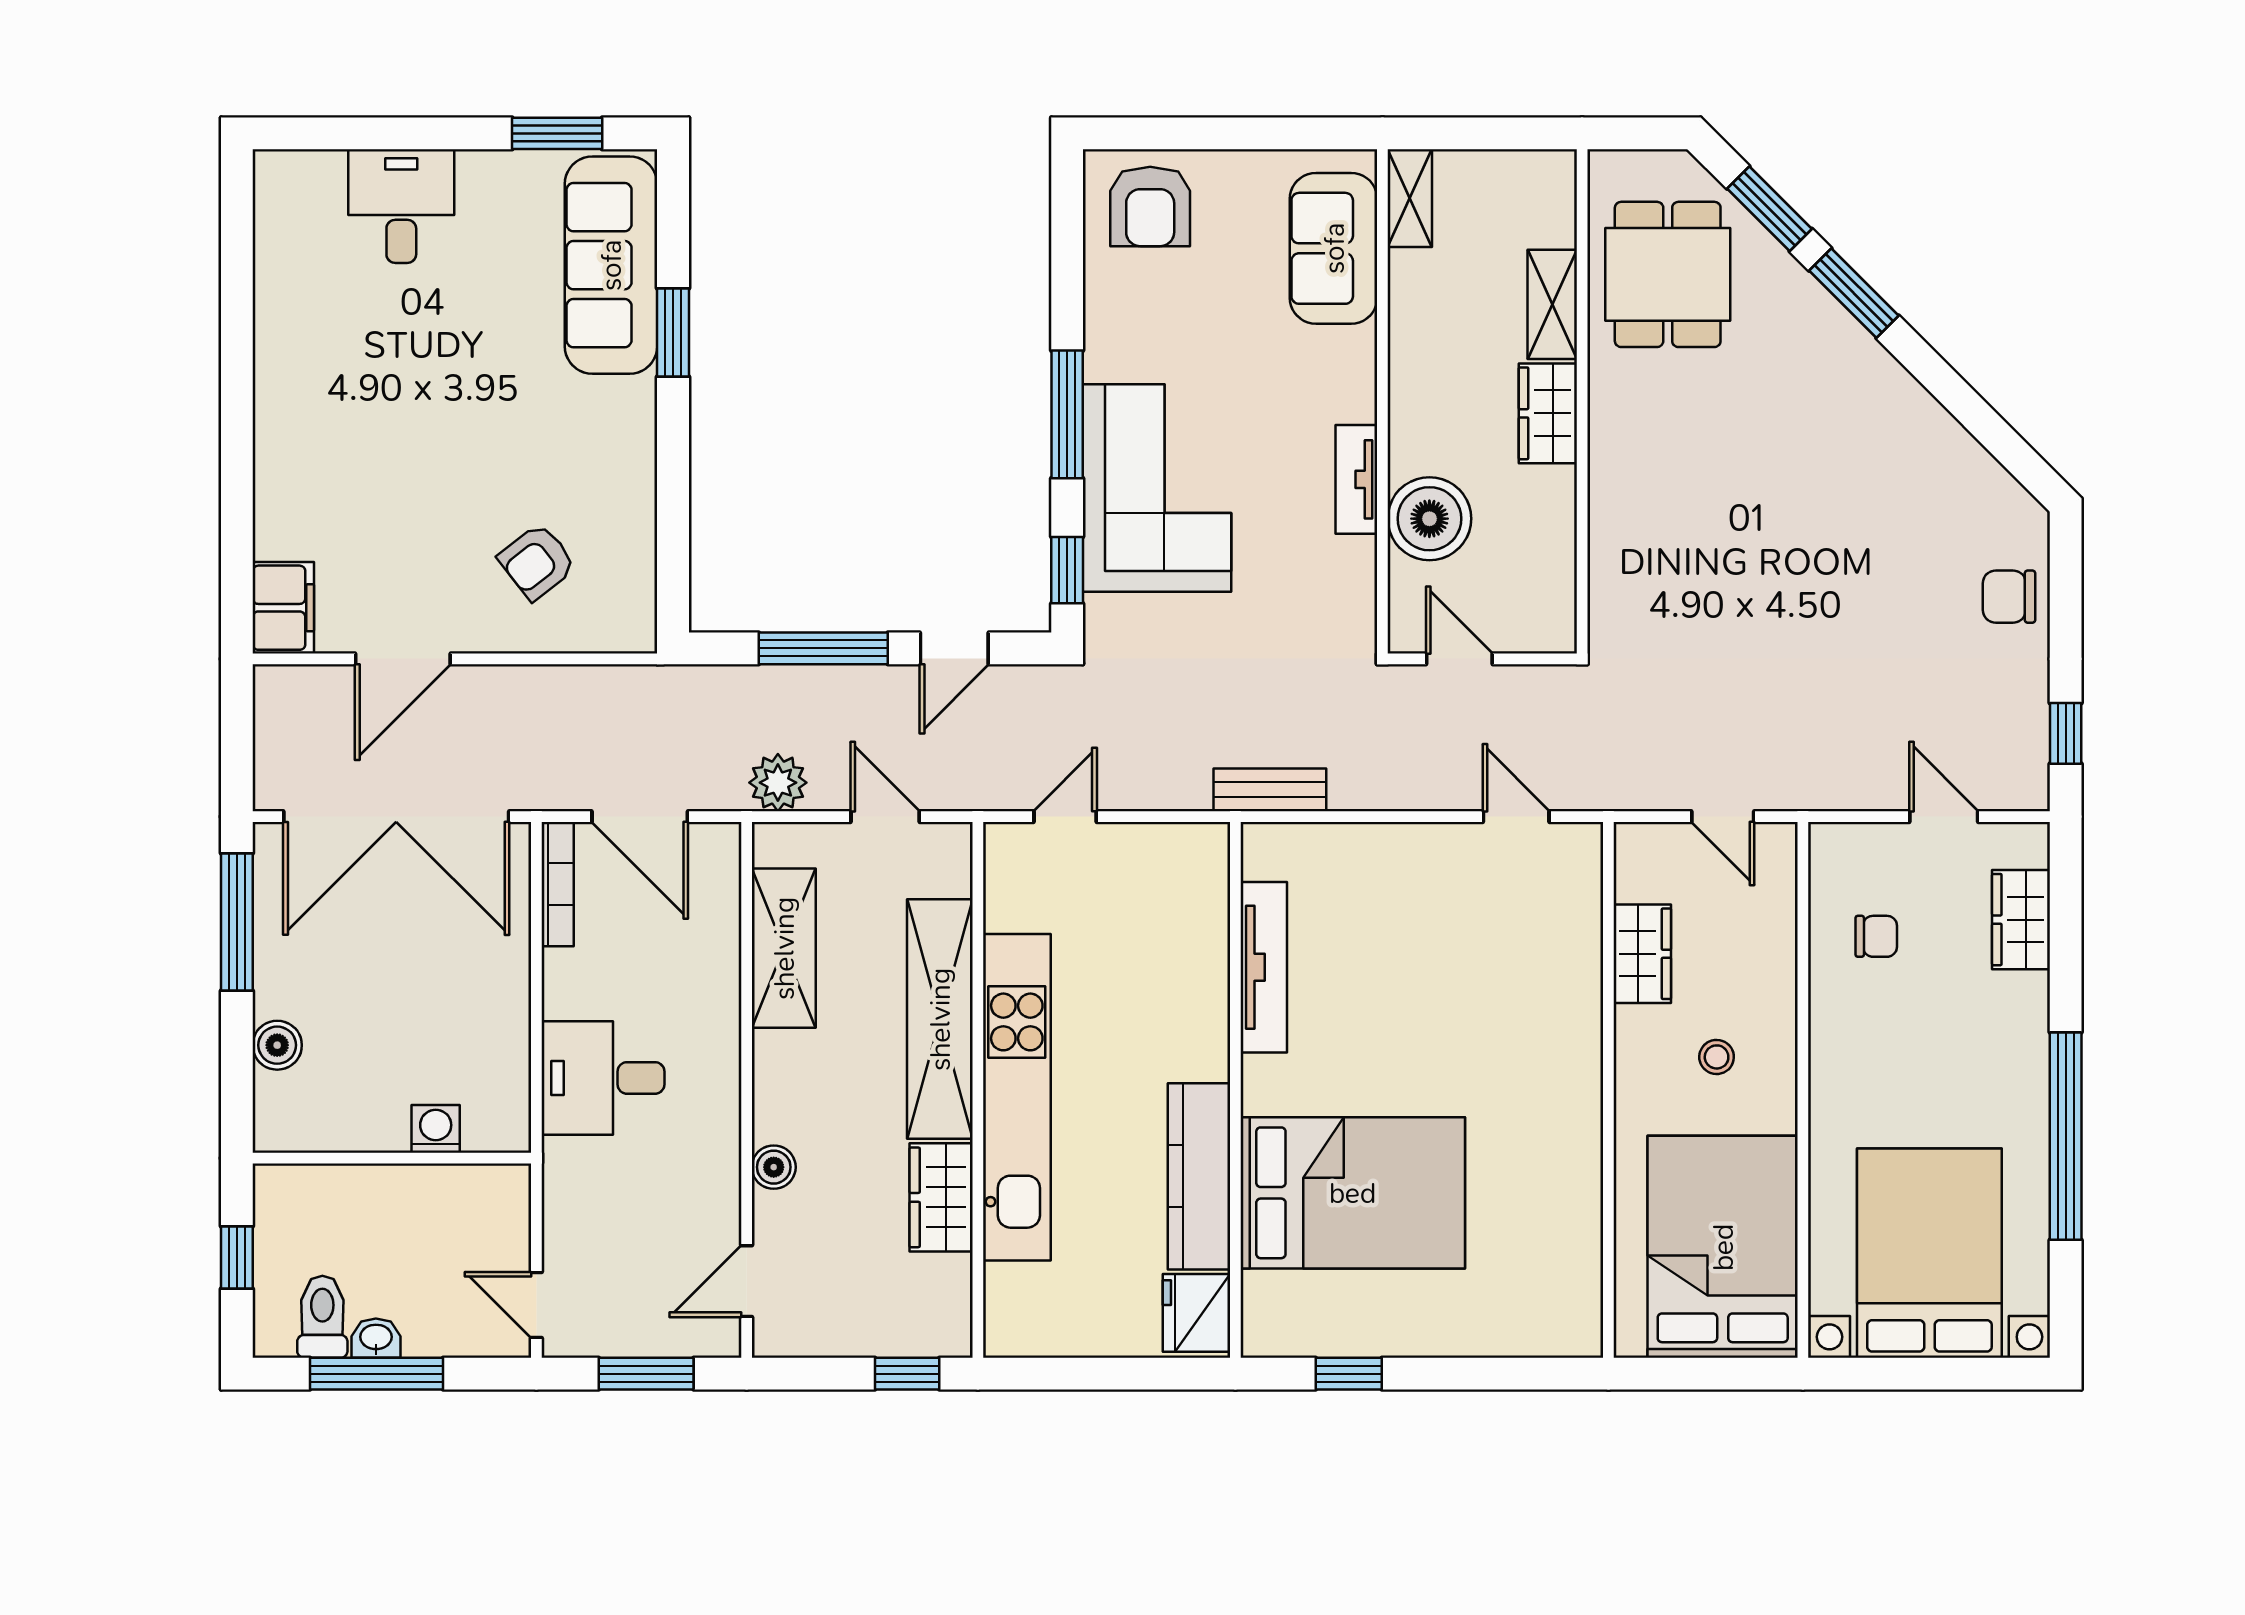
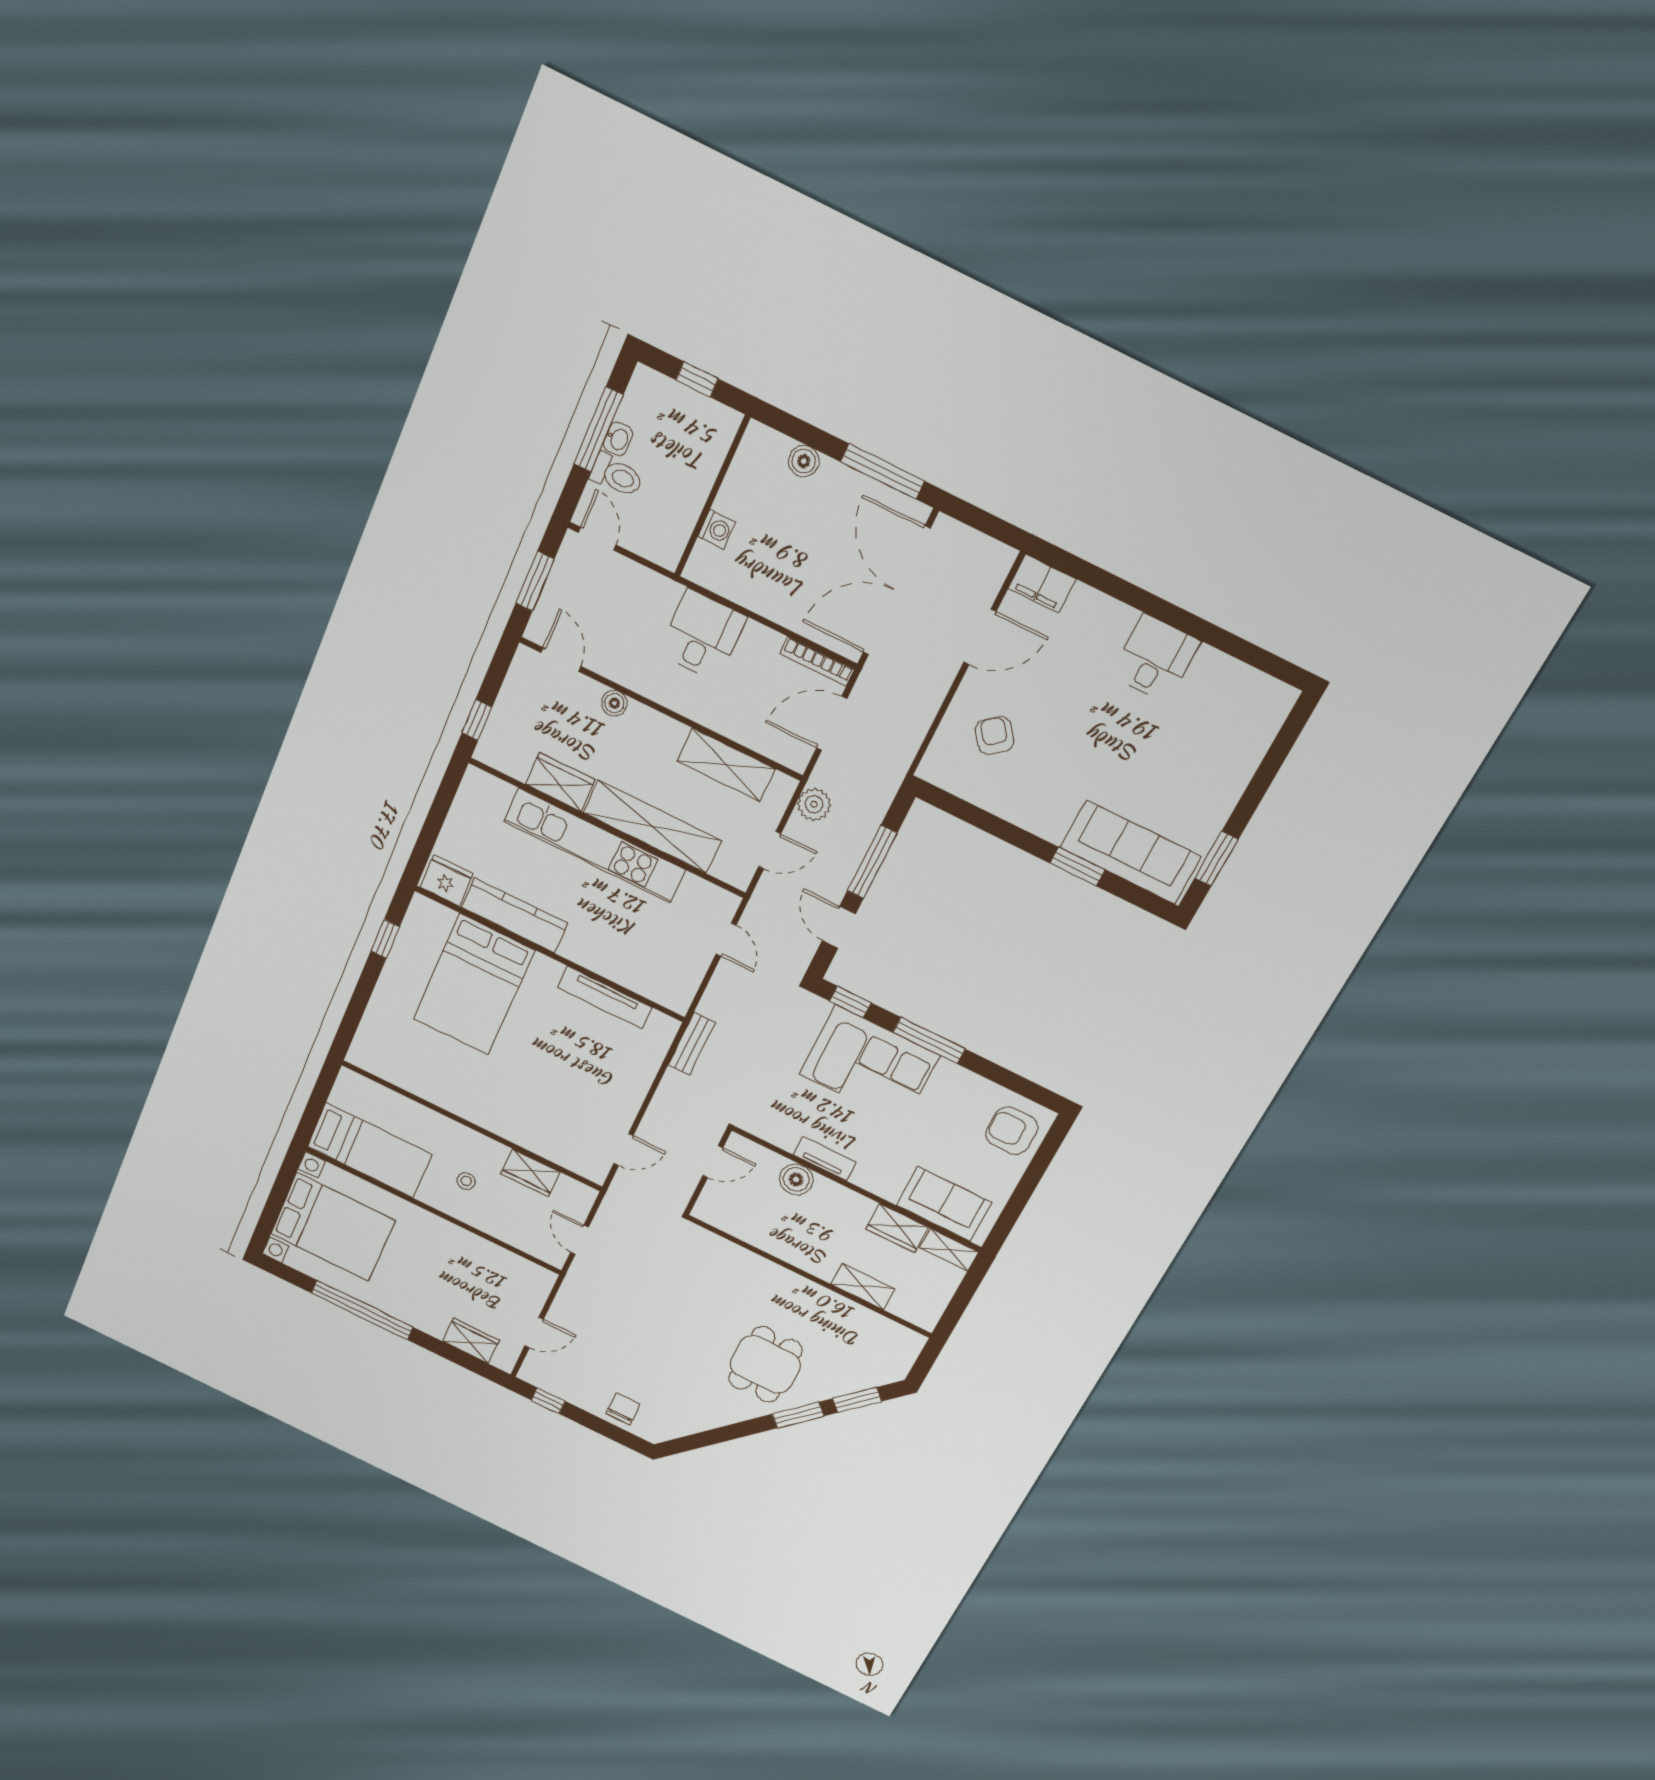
desk: (401, 206) -> (1155, 658), moved, turned -90
dining table: (1668, 274) -> (765, 1364), moved, turned 90
wardrobe: (1548, 413) -> (897, 1228), moved, turned 180
boiler: (1429, 519) -> (796, 1180), width x0.73, depth x0.73
door: (403, 659) -> (980, 637), swing flipped
door: (1723, 817) -> (579, 1240), hinge flipped
chair: (1876, 936) -> (492, 1277), removed
bed: (1723, 1247) -> (370, 1150), width x0.67
door: (536, 1305) -> (597, 539), hinge flipped
toilet: (322, 1317) -> (616, 475), moved

